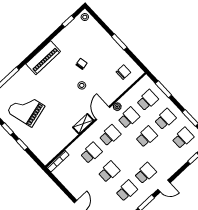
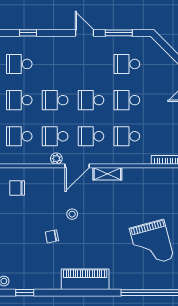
school desk: (145, 173) -> (91, 100), moved

